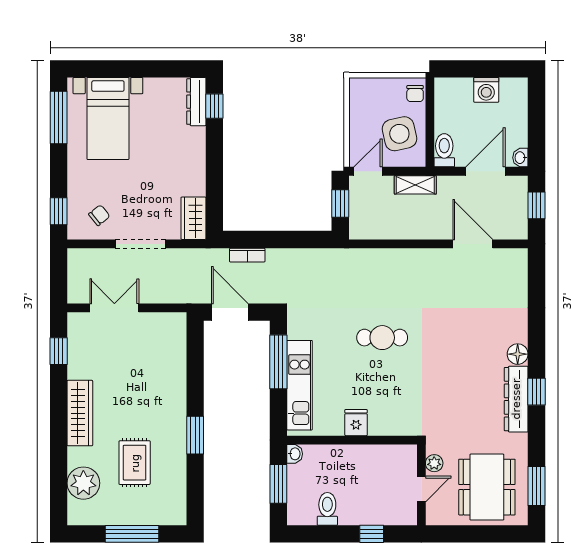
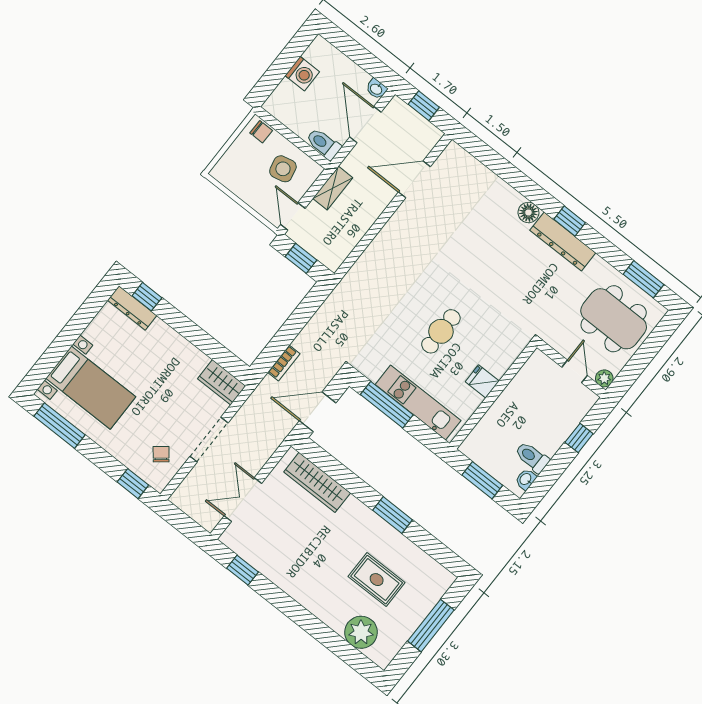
side table: (399, 134) -> (283, 169), width x0.73, depth x0.73
cafe table: (382, 338) -> (441, 331), moved
wardrobe: (80, 413) -> (317, 482), moved, turned 180
washbasin: (295, 454) -> (526, 479), moved, turned -90
plant: (434, 463) -> (604, 378), moved

